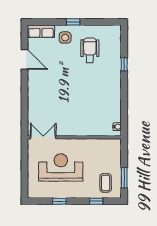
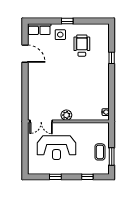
plant: (72, 130) -> (66, 115), added
double door: (43, 137) -> (41, 121), swing flipped
reception desk: (61, 167) -> (57, 148), turned 180
coffee table: (106, 183) -> (100, 152), moved

